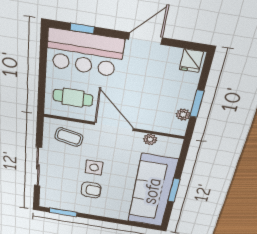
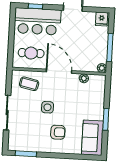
window: (197, 104) -> (110, 48), width x1.44
plant: (183, 115) -> (102, 68), moved
armchair: (91, 190) -> (58, 132), moved
sofa: (152, 191) -> (92, 138), width x0.54, depth x0.79

